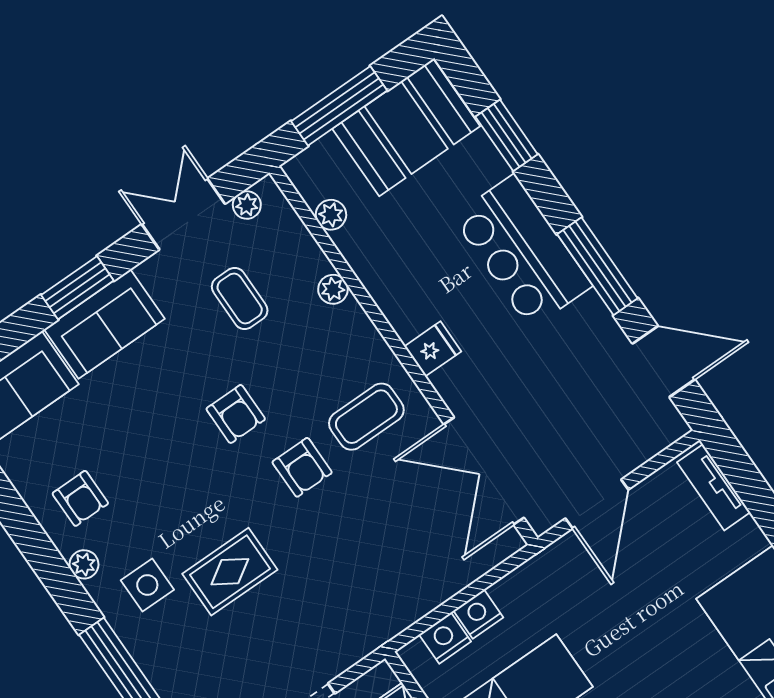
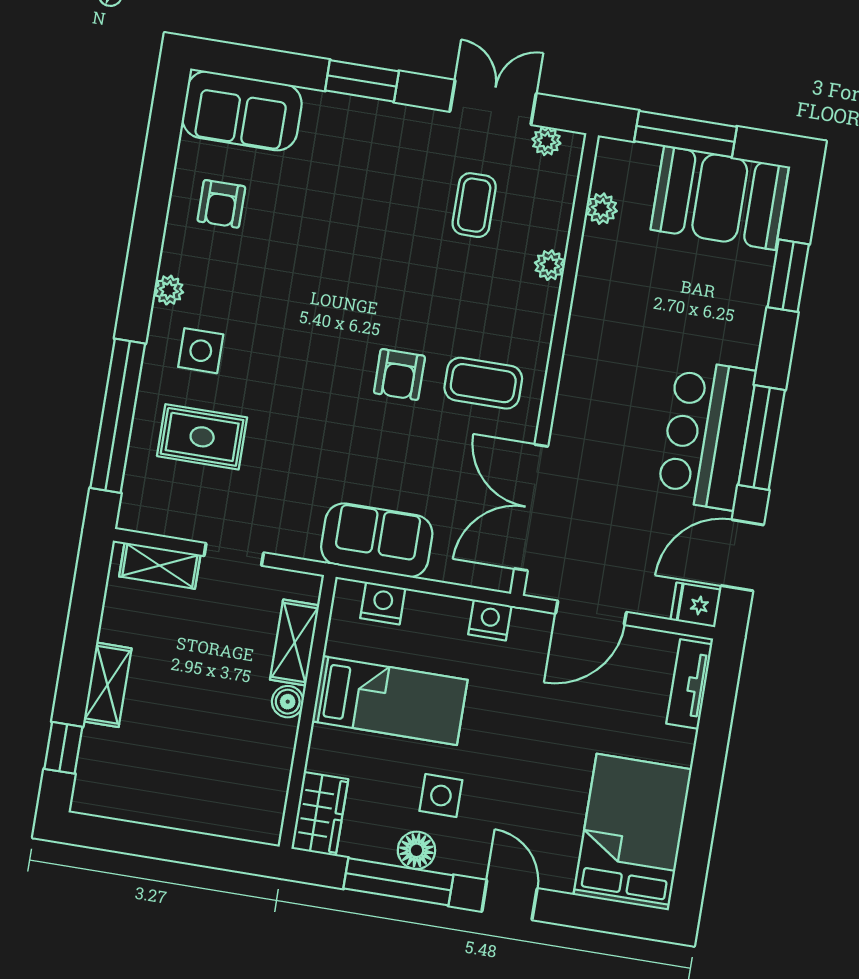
bar counter: (522, 251) -> (707, 435), moved
sofa: (104, 324) -> (377, 540), moved, turned 180
fridge: (433, 349) -> (696, 605), moved, turned 180
door: (664, 361) -> (742, 555), swing flipped
armchair: (236, 414) -> (389, 288), removed
armchair: (80, 498) -> (221, 204), moved
rug: (230, 572) -> (202, 437), moved
nightstand: (478, 614) -> (490, 620), moved

